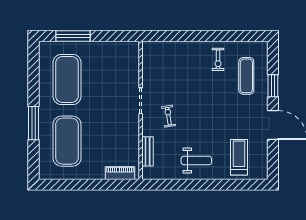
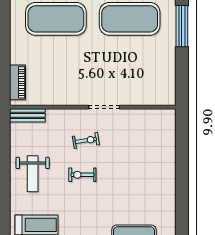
exercise bike: (218, 59) -> (82, 175), moved
bench: (148, 151) -> (27, 115), moved

